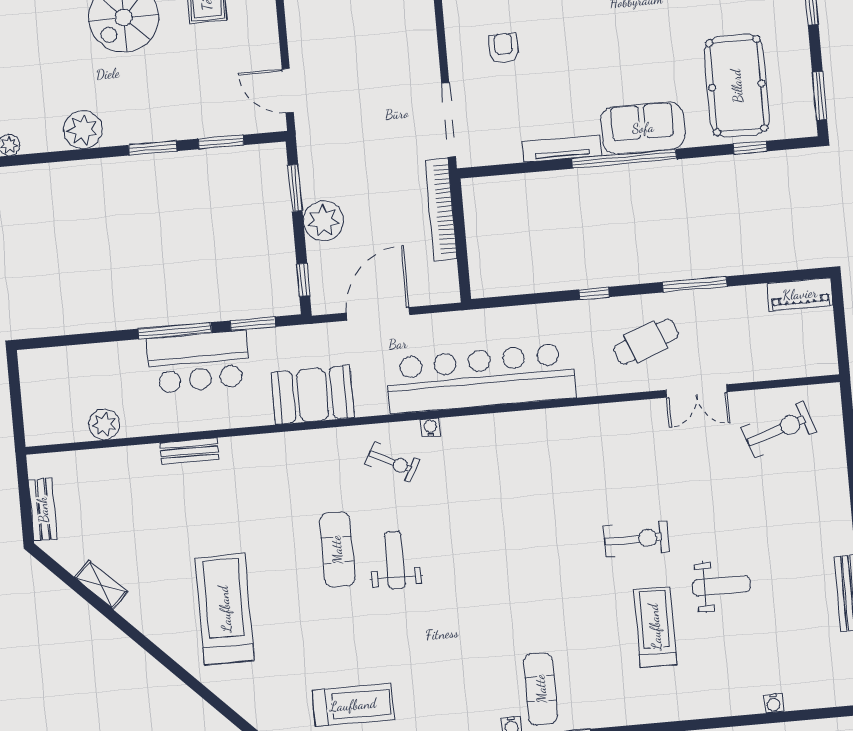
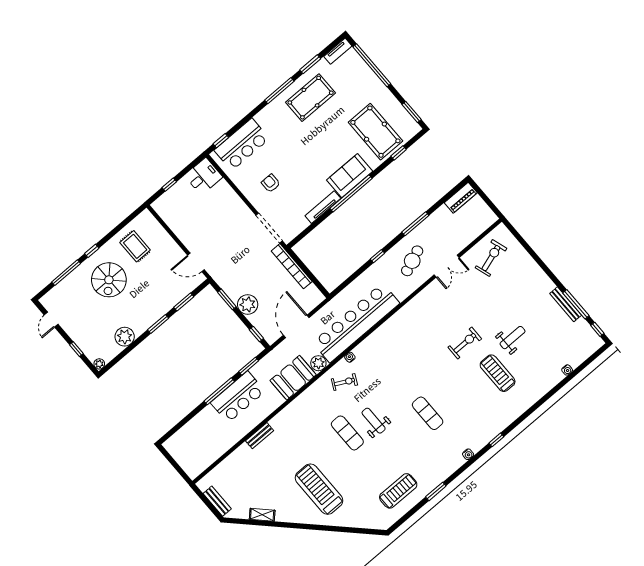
plant: (104, 424) -> (318, 363), moved
exercise mat: (541, 689) -> (428, 413), moved

